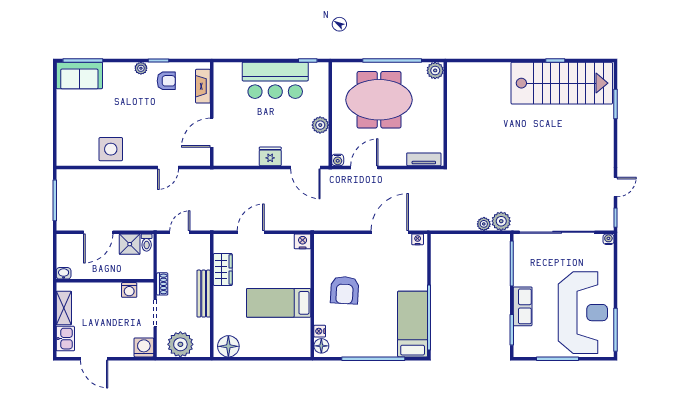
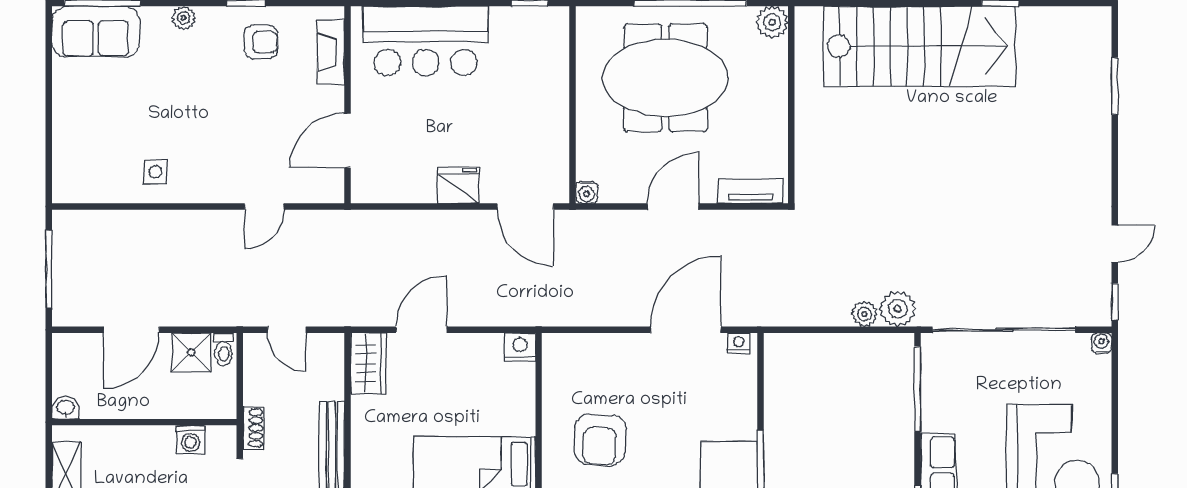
plant: (141, 68) -> (184, 18), moved
bar counter: (275, 80) -> (426, 41), moved
stairs: (562, 83) -> (919, 46), moved
plant: (320, 125) -> (554, 126), removed
side table: (111, 149) -> (155, 172), width x0.54, depth x0.54
door: (364, 167) -> (673, 206), moved
door: (180, 232) -> (287, 330), swing flipped
wardrobe: (223, 270) -> (368, 363), moved

